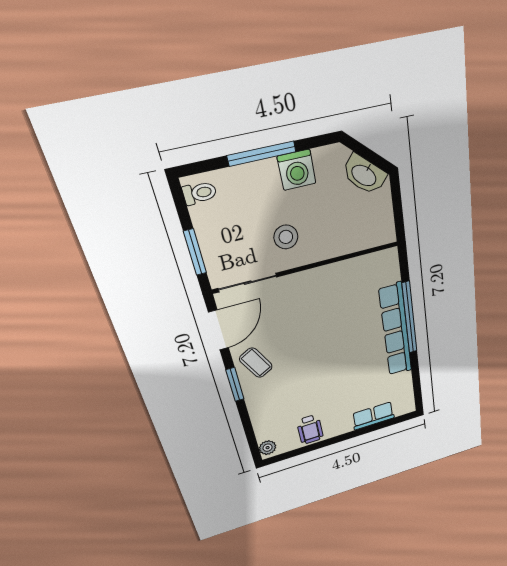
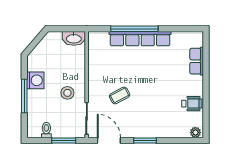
washbasin: (364, 175) -> (74, 38), moved, turned 49
toilet: (200, 193) -> (46, 130), moved
coffee table: (256, 363) -> (120, 95), moved

